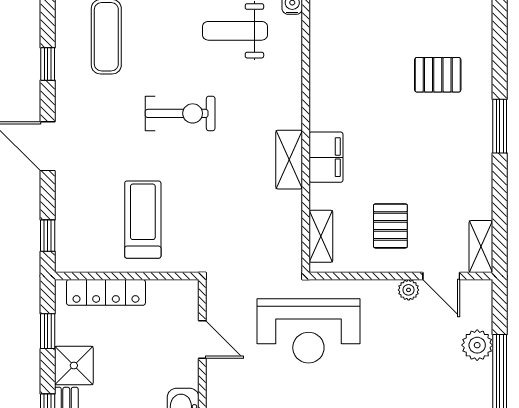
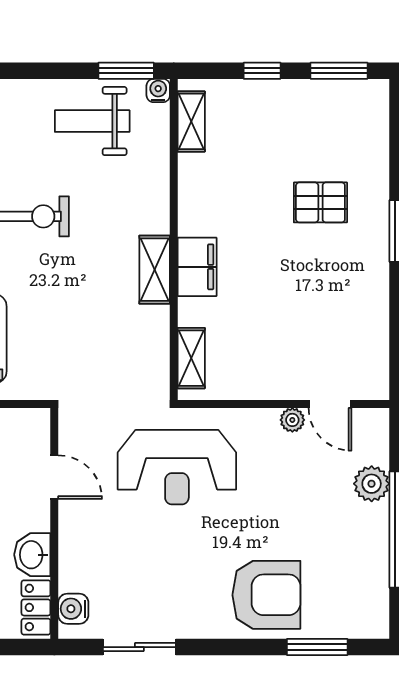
pallet: (438, 75) -> (320, 202), moved
pallet: (390, 226) -> (271, 346), removed
shelving: (481, 247) -> (191, 121), moved

